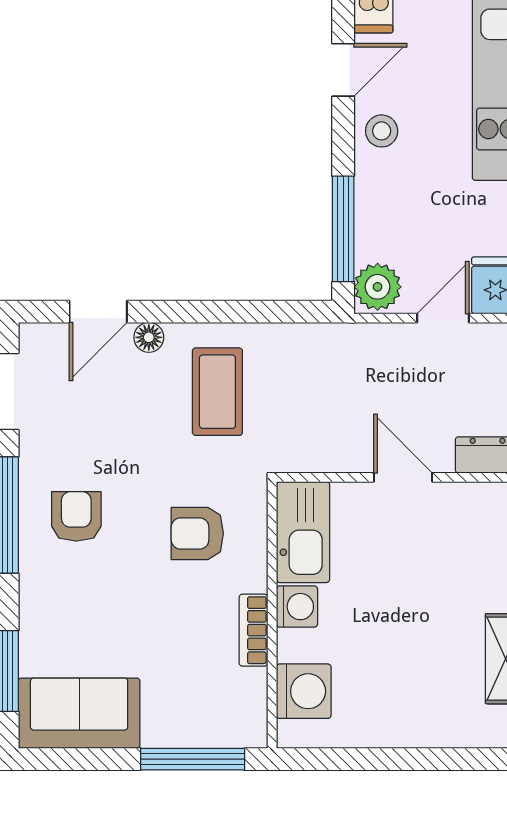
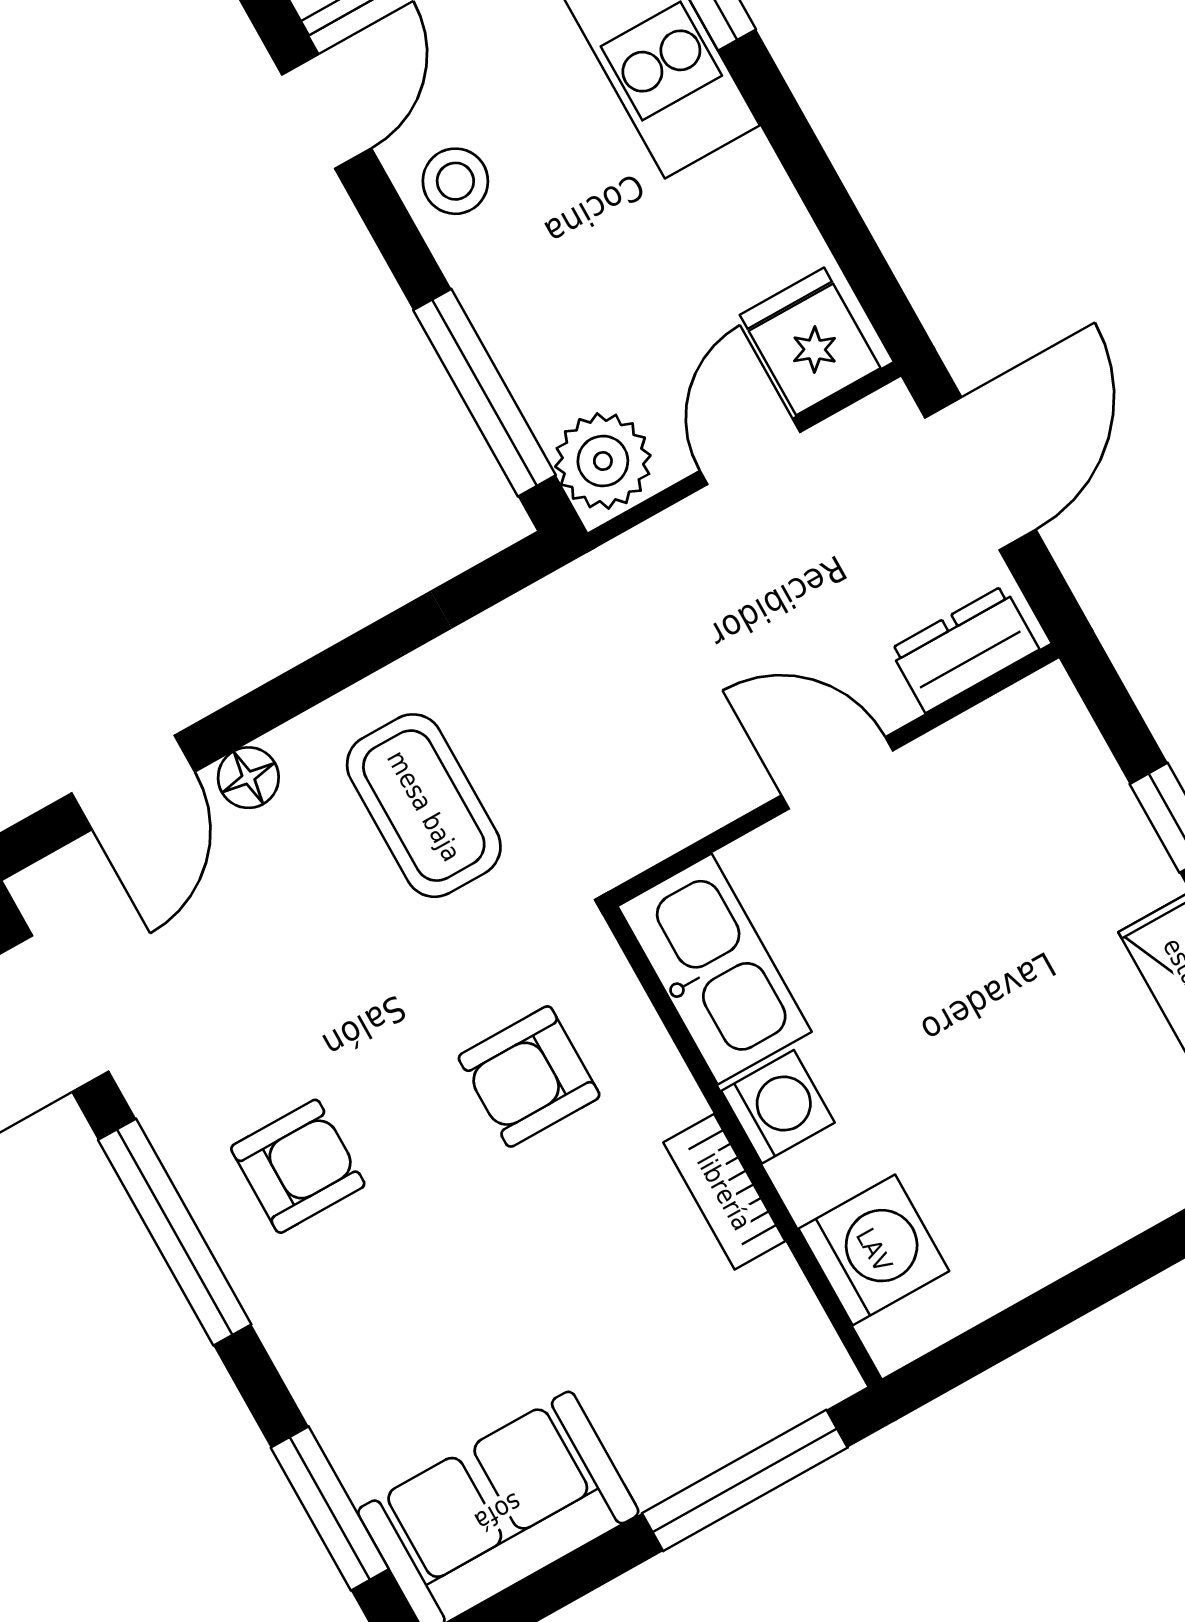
armchair: (76, 516) -> (298, 1166), turned 90

